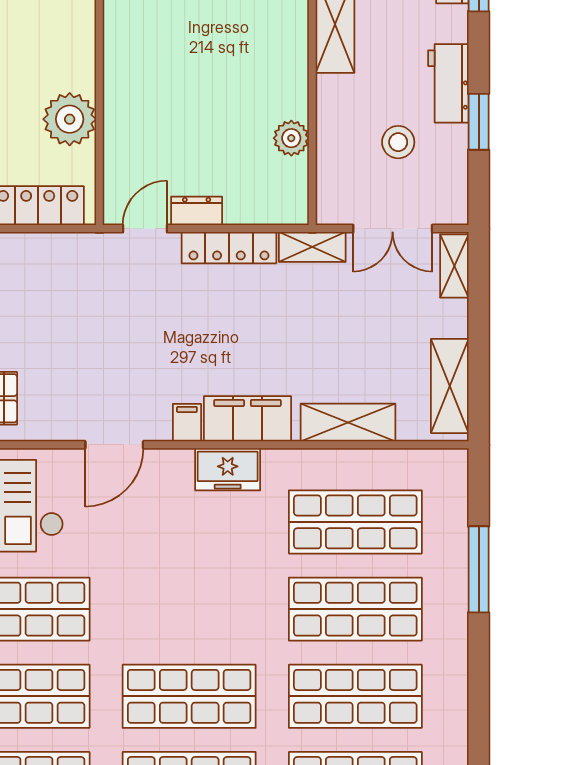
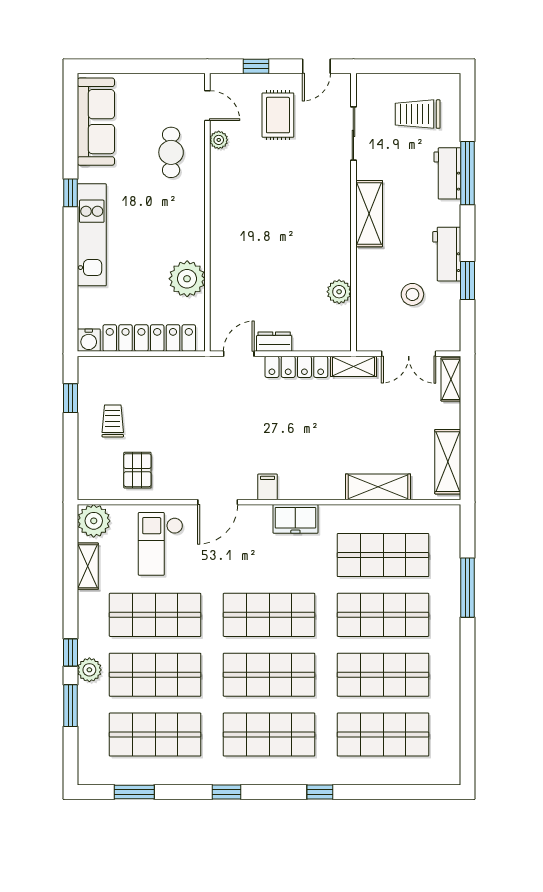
filing cabinet: (247, 419) -> (309, 484), removed
shop shelf: (189, 609) -> (269, 615), added

